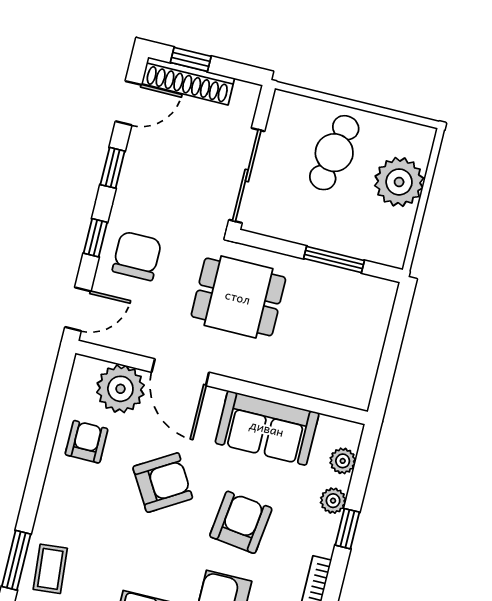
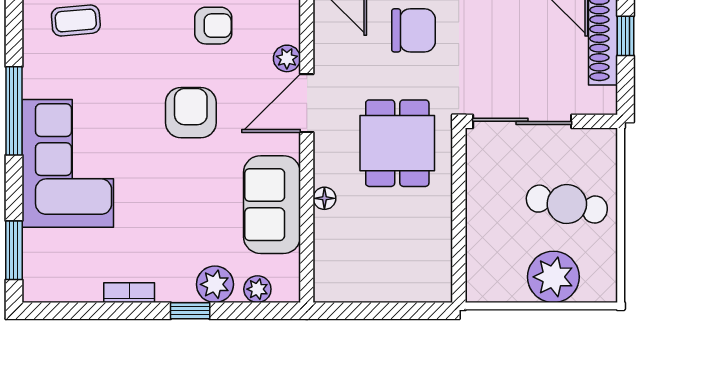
window: (334, 259) -> (459, 230), removed
floor lamp: (273, 378) -> (324, 198), added
plant: (120, 389) -> (287, 58), width x0.53, depth x0.53
armchair: (163, 483) -> (191, 113), turned -149
plant: (333, 501) -> (215, 284), width x1.38, depth x1.38
armchair: (241, 522) -> (170, 201), removed

